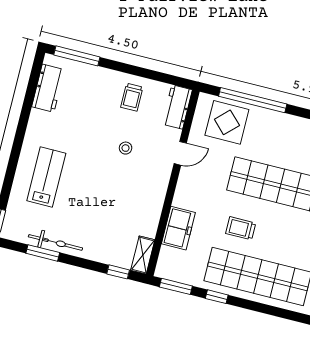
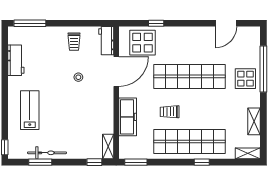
workbench: (48, 88) -> (16, 60), moved
window: (253, 100) -> (156, 23), width x0.32
door: (180, 153) -> (116, 71), width x1.88
freezer: (178, 228) -> (128, 117), width x1.40
window: (217, 297) -> (202, 162), moved

